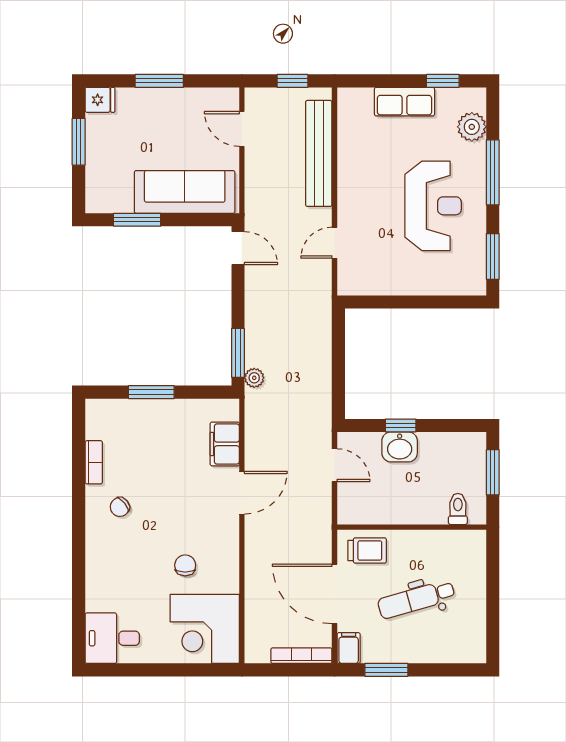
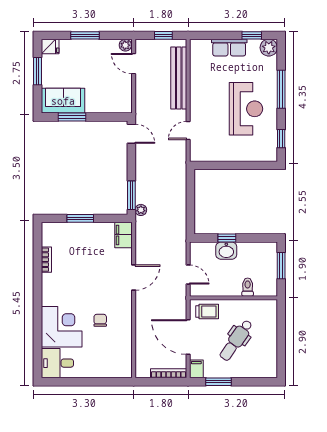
plant: (228, 98) -> (125, 45), added
plant: (472, 127) -> (269, 48), moved
sofa: (185, 192) -> (63, 101), moved, width x0.73
window: (493, 256) -> (281, 139), width x0.67
filing cabinet: (225, 444) -> (123, 235), moved
door: (335, 465) -> (188, 275), moved
chair: (120, 507) -> (62, 286), removed
toilet: (458, 509) -> (248, 287), moved
dental chair: (416, 599) -> (236, 340), turned -39
corner desk: (205, 629) -> (62, 327), moved, turned 180

